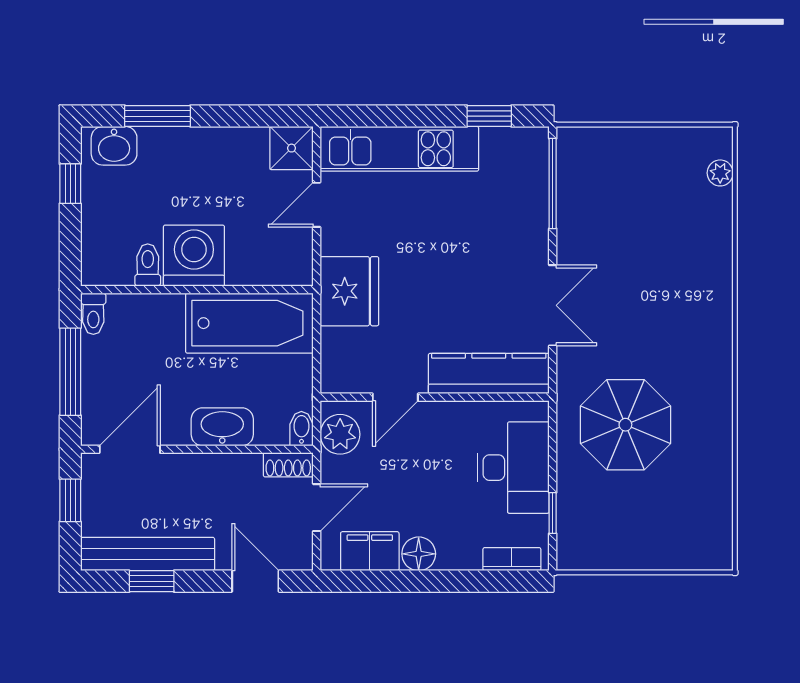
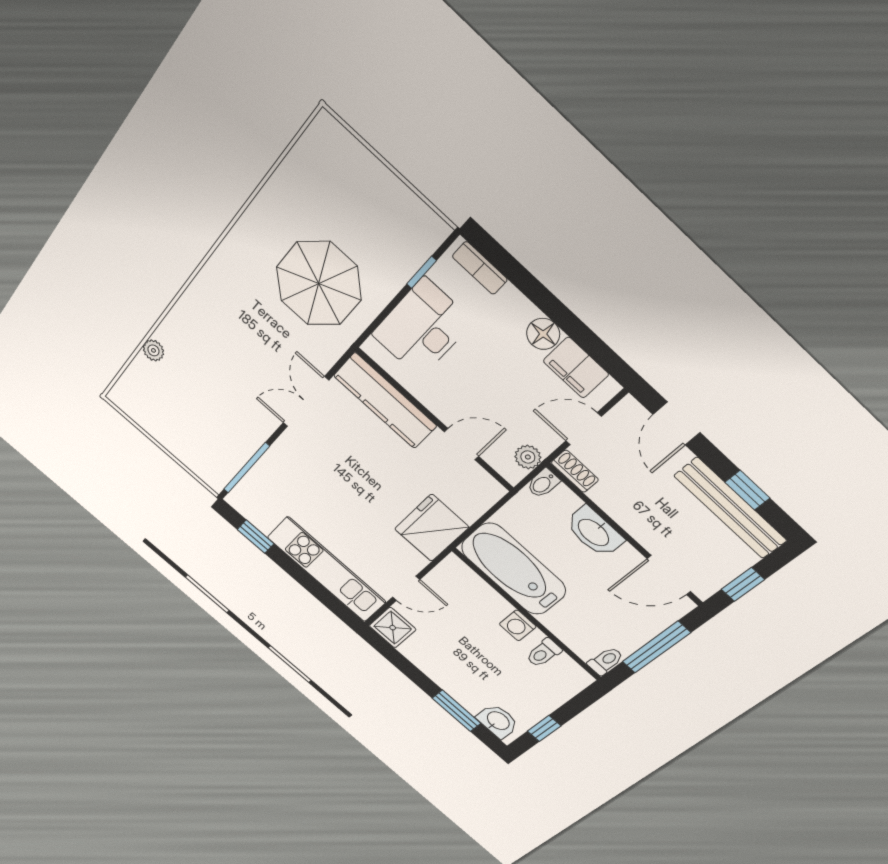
plant: (720, 173) -> (153, 350), moved
washing machine: (194, 256) -> (518, 625), width x0.53, depth x0.53
plant: (340, 434) -> (528, 457), width x0.73, depth x0.73

